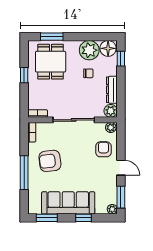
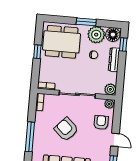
window: (52, 37) -> (86, 22), moved
dining table: (51, 62) -> (62, 42), width x1.38
dresser: (112, 90) -> (114, 60), moved
armchair: (50, 161) -> (66, 129), moved, turned 50

